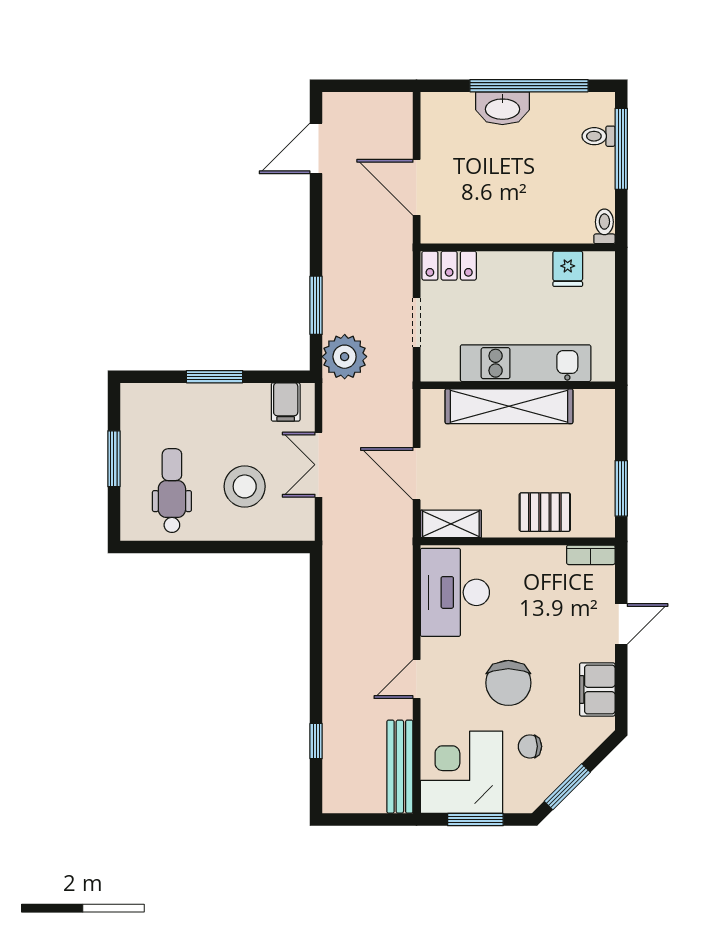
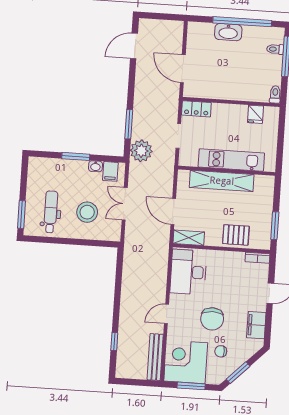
washbasin: (255, 394) -> (95, 166), added
window: (114, 459) -> (21, 215), moved

